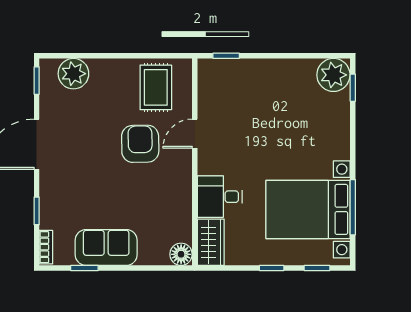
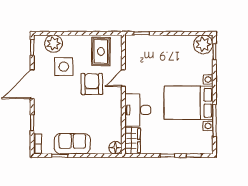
side table: (92, 114) -> (64, 67), added
desk: (220, 197) -> (138, 110), width x1.37
bed with nightstands: (308, 209) -> (189, 103), moved

